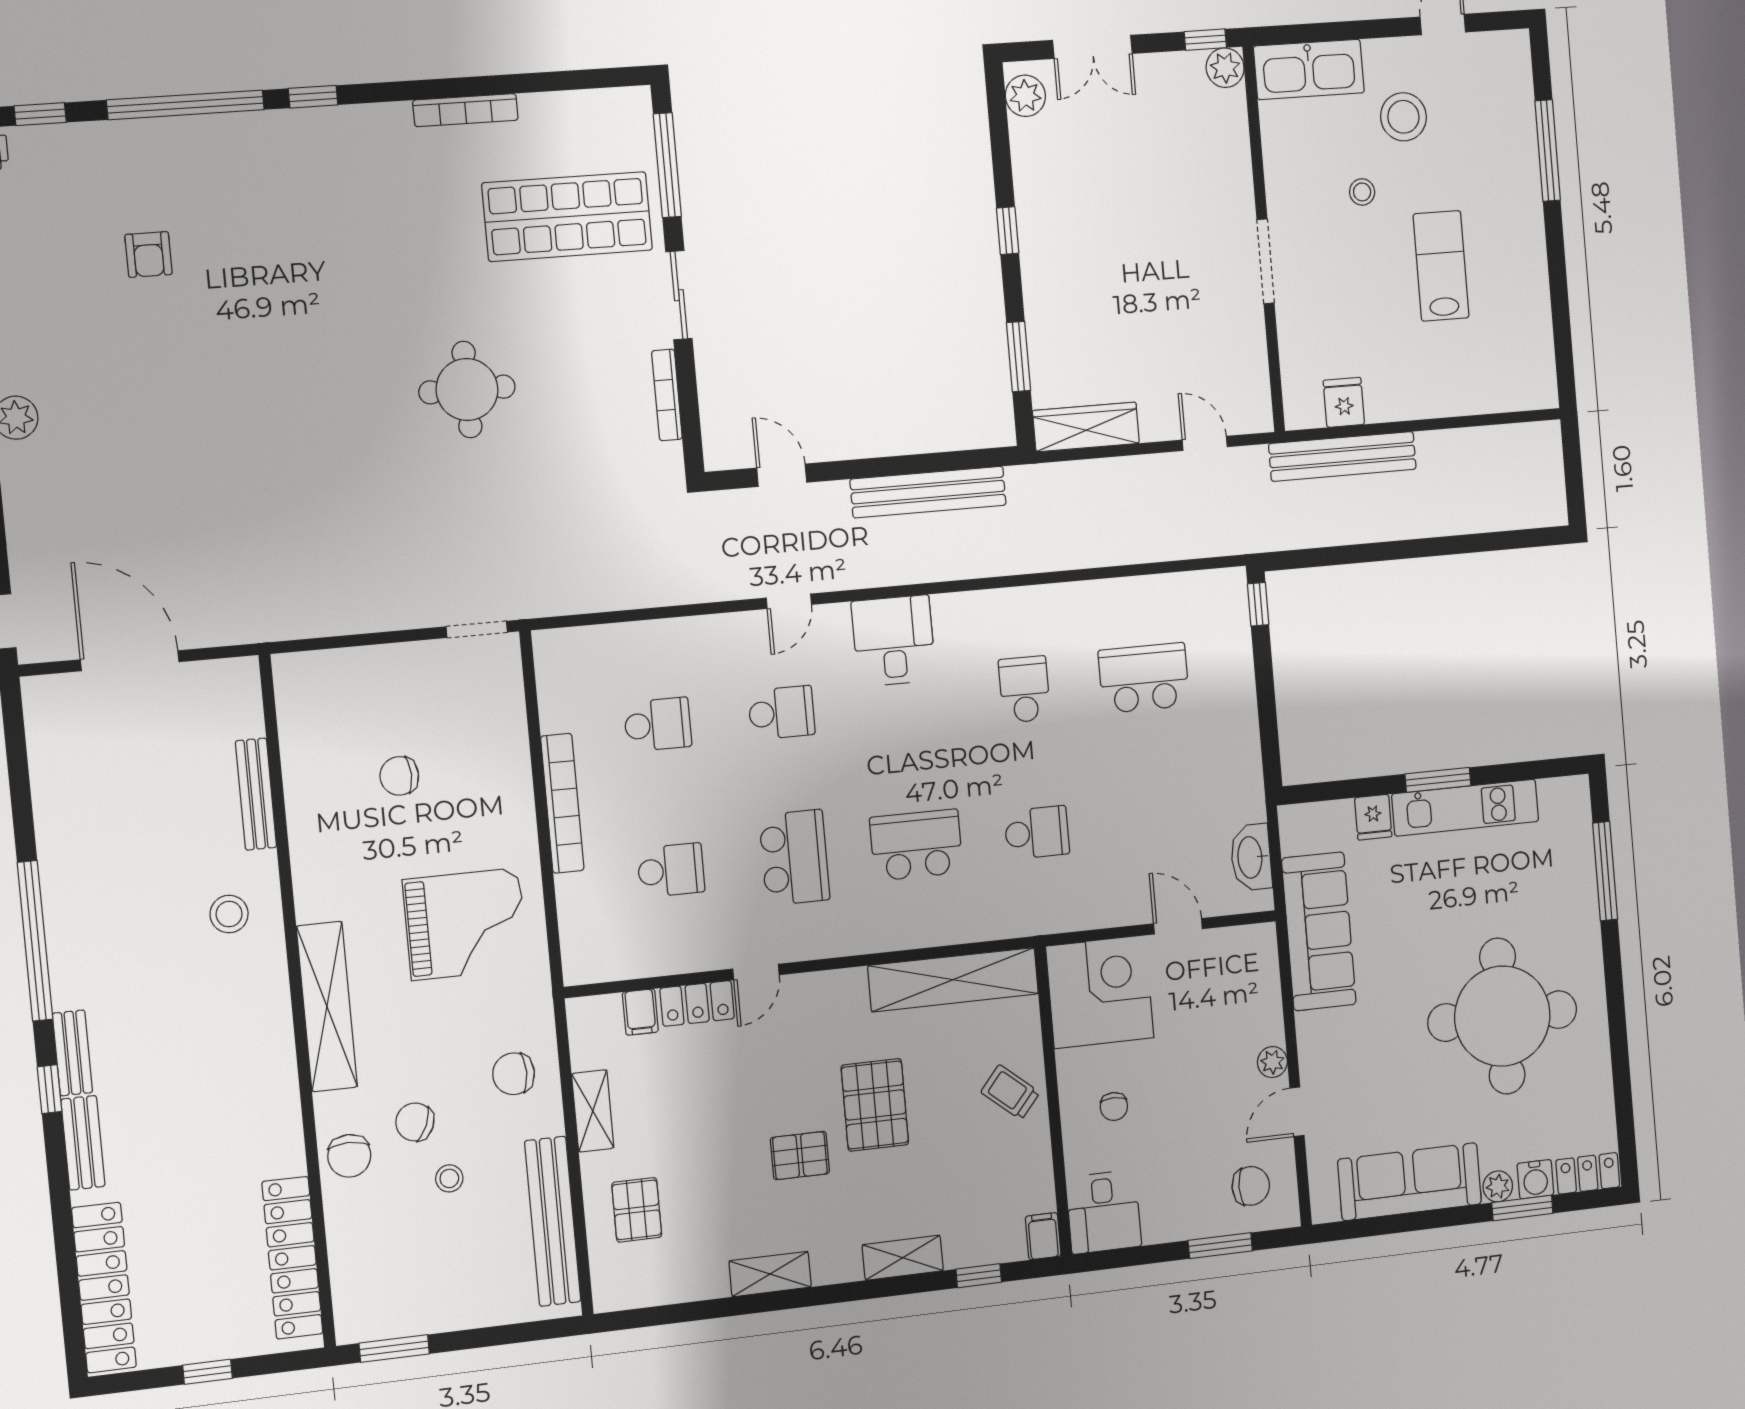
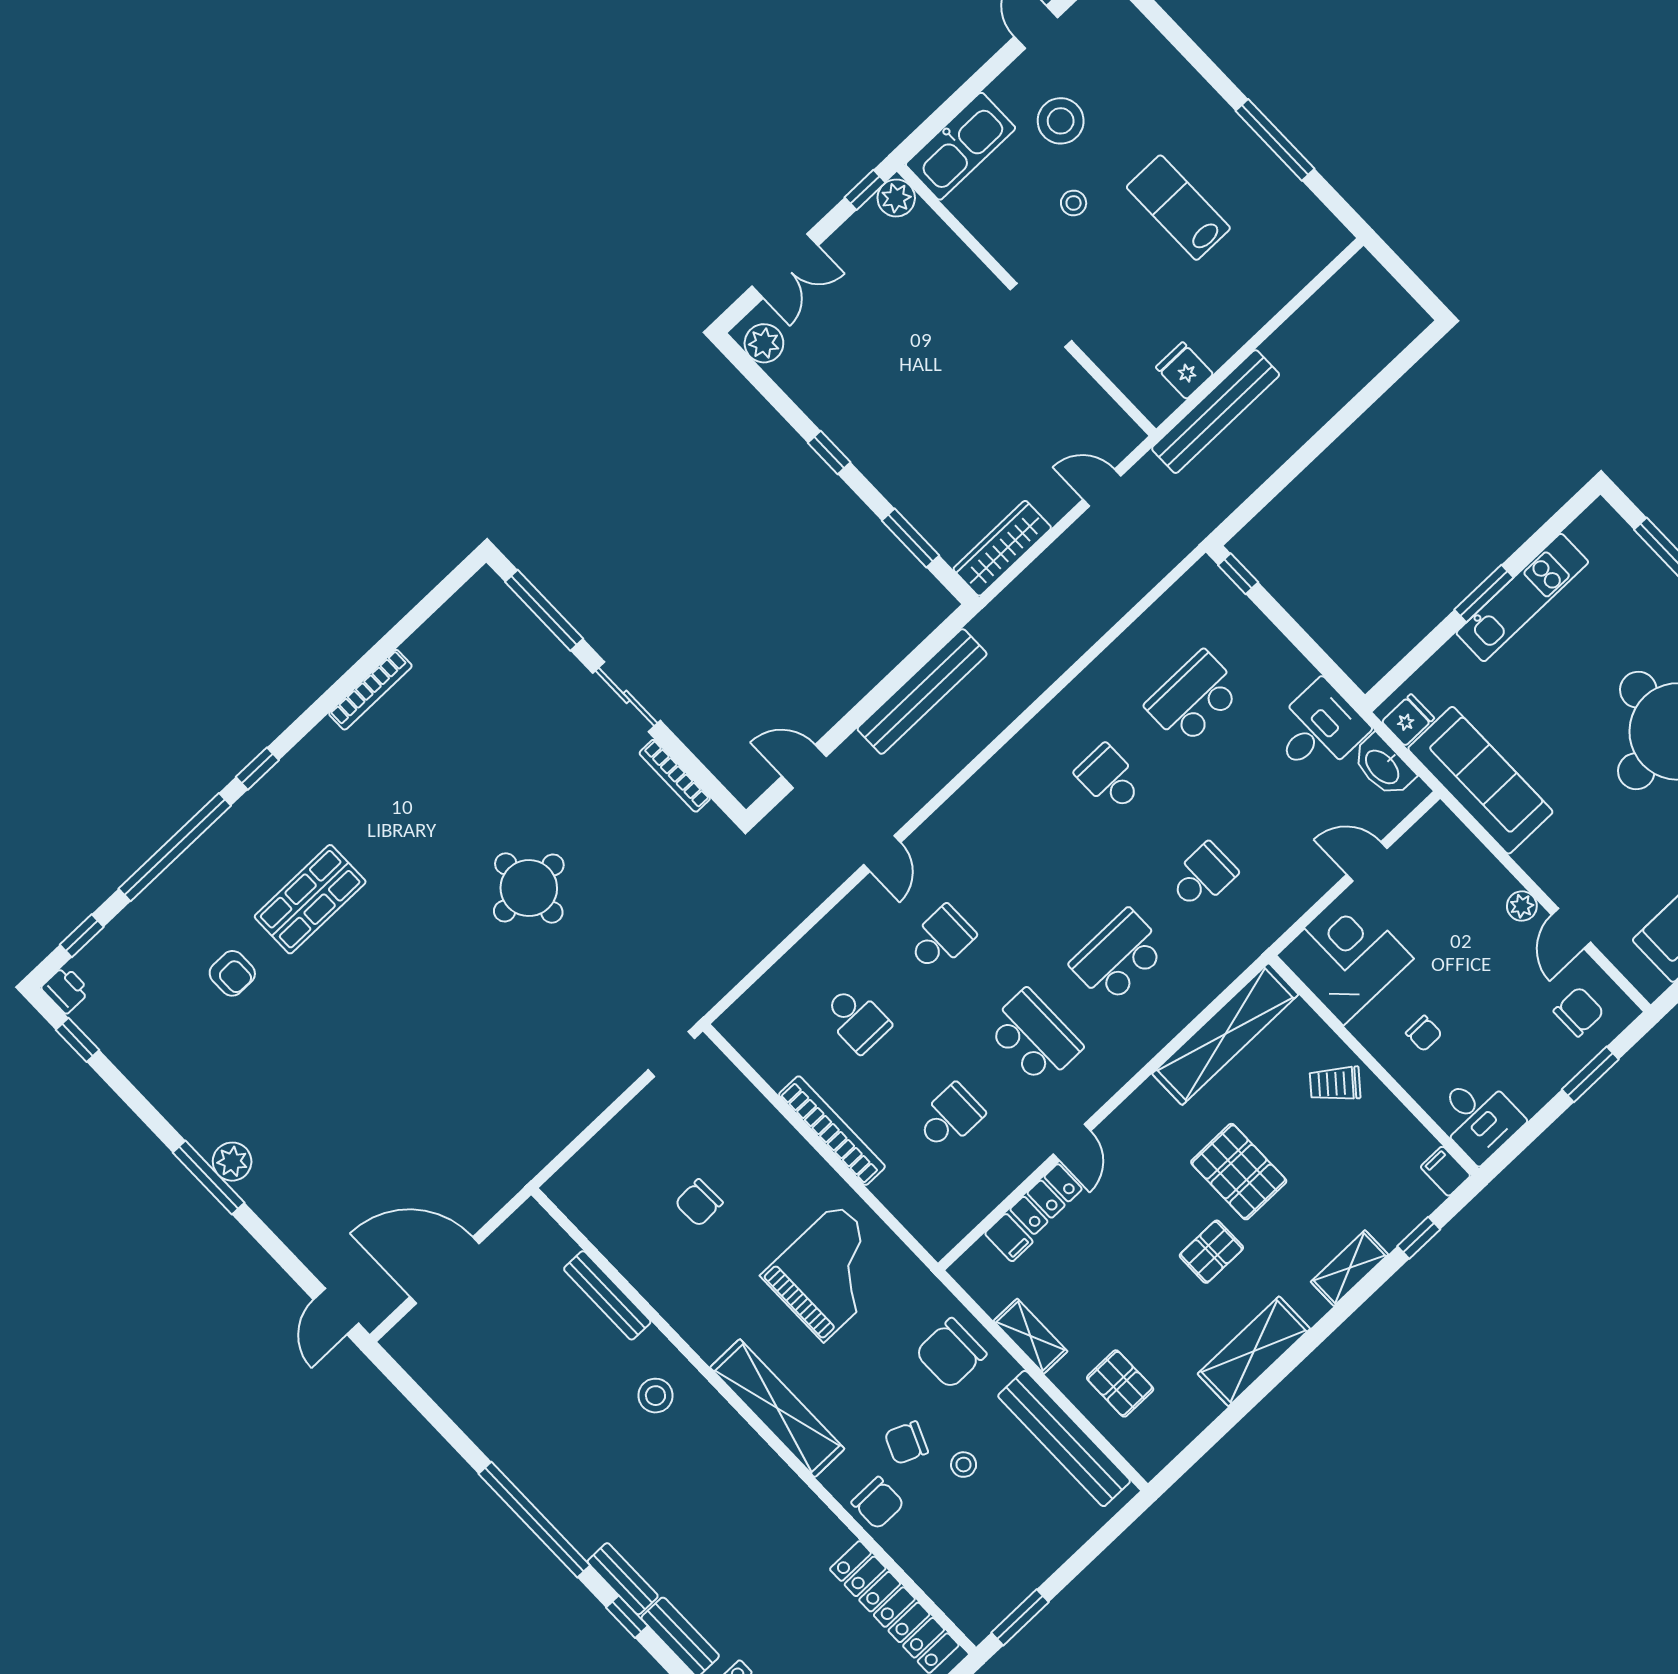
window: (1548, 150) -> (1275, 140), moved
shop shelf: (567, 217) -> (310, 899), moved, width x0.70, depth x0.74
desk: (894, 641) -> (1319, 729), moved, turned 90
school desk: (658, 724) -> (857, 1019), turned 90
fridge: (1373, 817) -> (1408, 720), moved, turned -90
chair: (514, 1074) -> (951, 1353), width x1.37, depth x1.37
shelving: (770, 1274) -> (1254, 1351), width x1.50, depth x1.33

